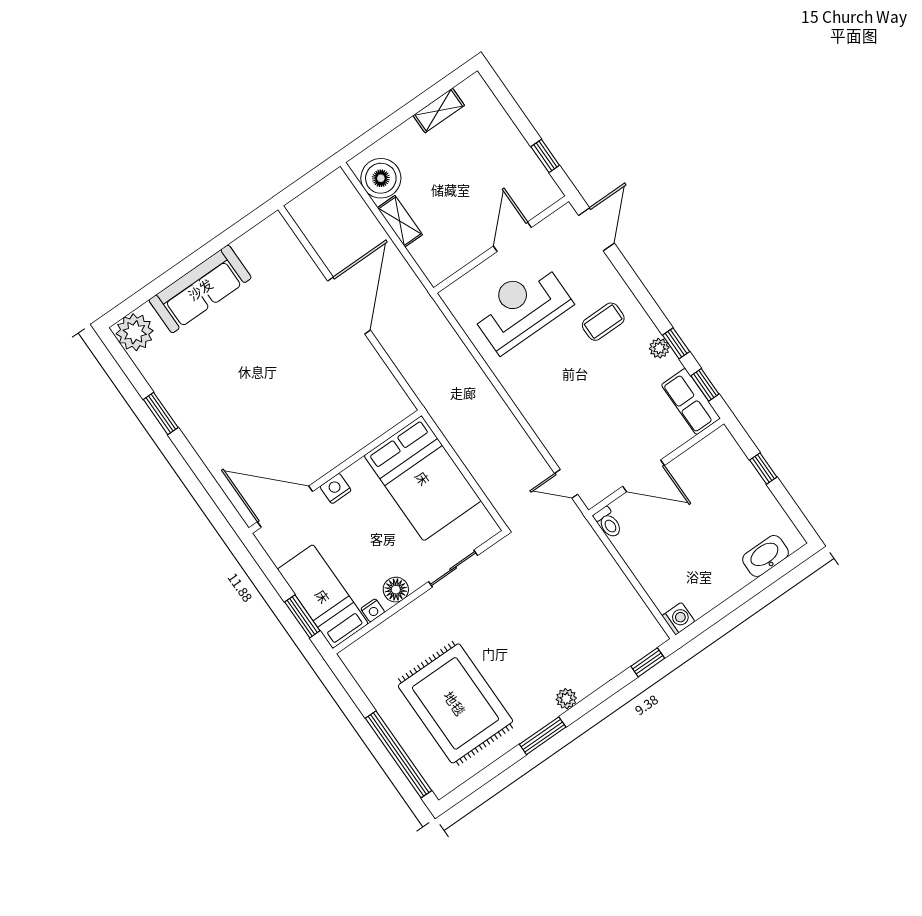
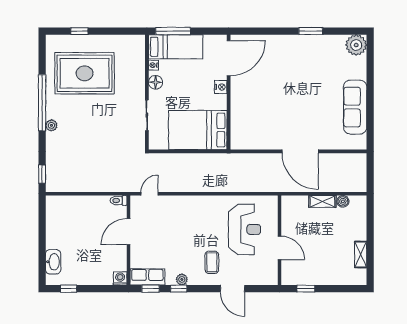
boiler: (381, 178) -> (343, 201), width x0.54, depth x0.54
door: (596, 229) -> (232, 289), moved
sofa: (200, 289) -> (355, 107), moved
window: (763, 468) -> (68, 289), moved
window: (302, 616) -> (173, 31), width x1.44
washing machine: (678, 619) -> (120, 278), moved, turned 180
window: (543, 736) -> (42, 103), width x2.11
window: (399, 754) -> (79, 31), width x0.32

